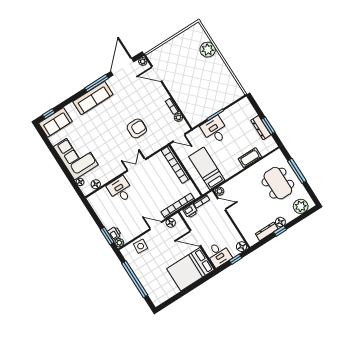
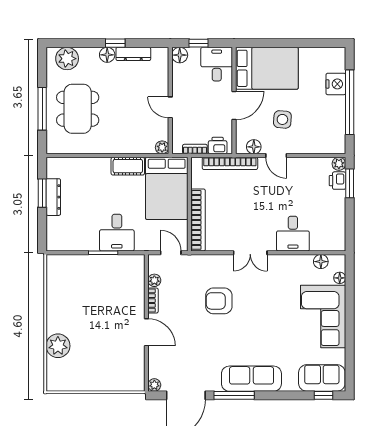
door: (157, 74) -> (146, 332), moved
cot: (250, 158) -> (128, 166), moved
bed: (207, 168) -> (167, 188), width x1.50
door: (222, 204) -> (170, 107), moved
door: (195, 238) -> (234, 105), hinge flipped
side table: (141, 246) -> (282, 119), moved
nightstand: (148, 284) -> (336, 84), added

